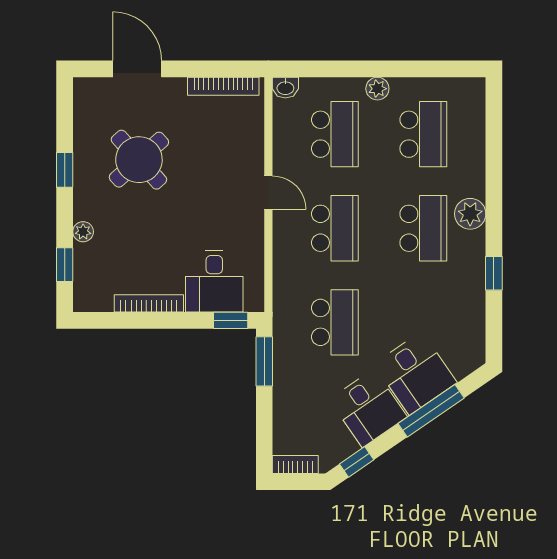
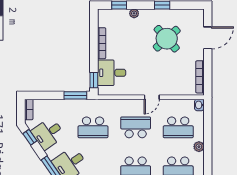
school desk: (335, 228) -> (136, 127), turned 180
desk: (368, 408) -> (48, 133), moved

